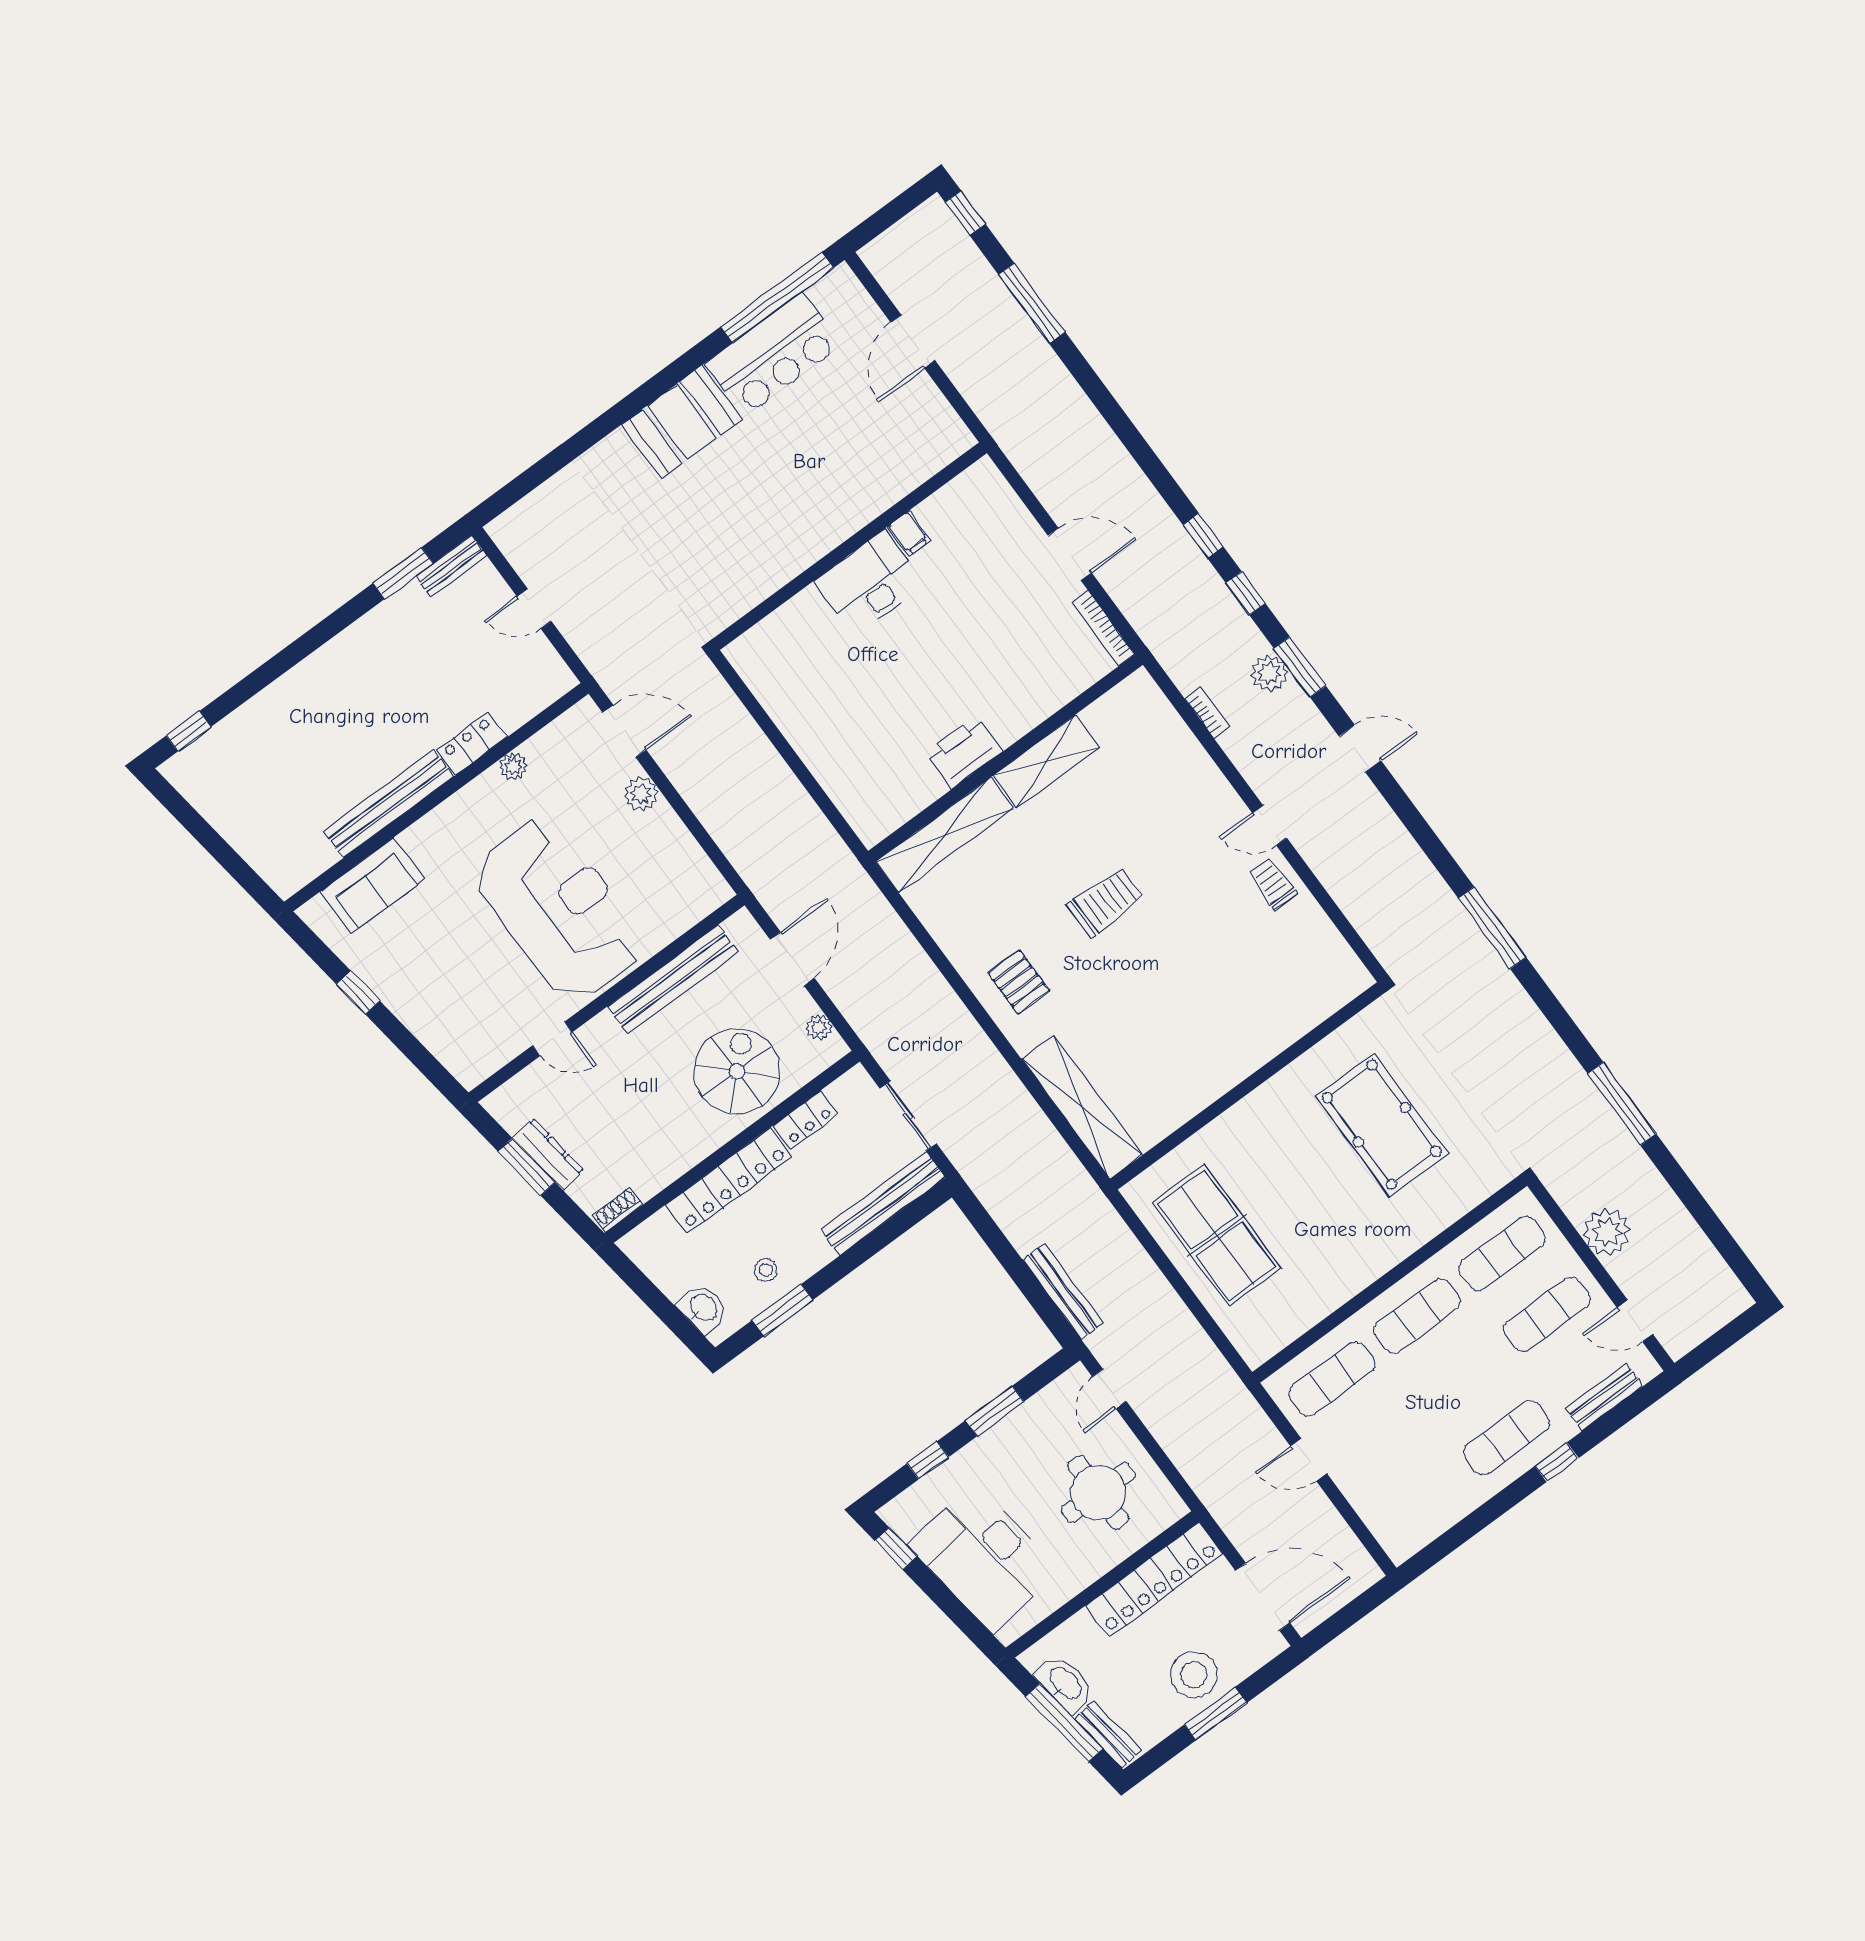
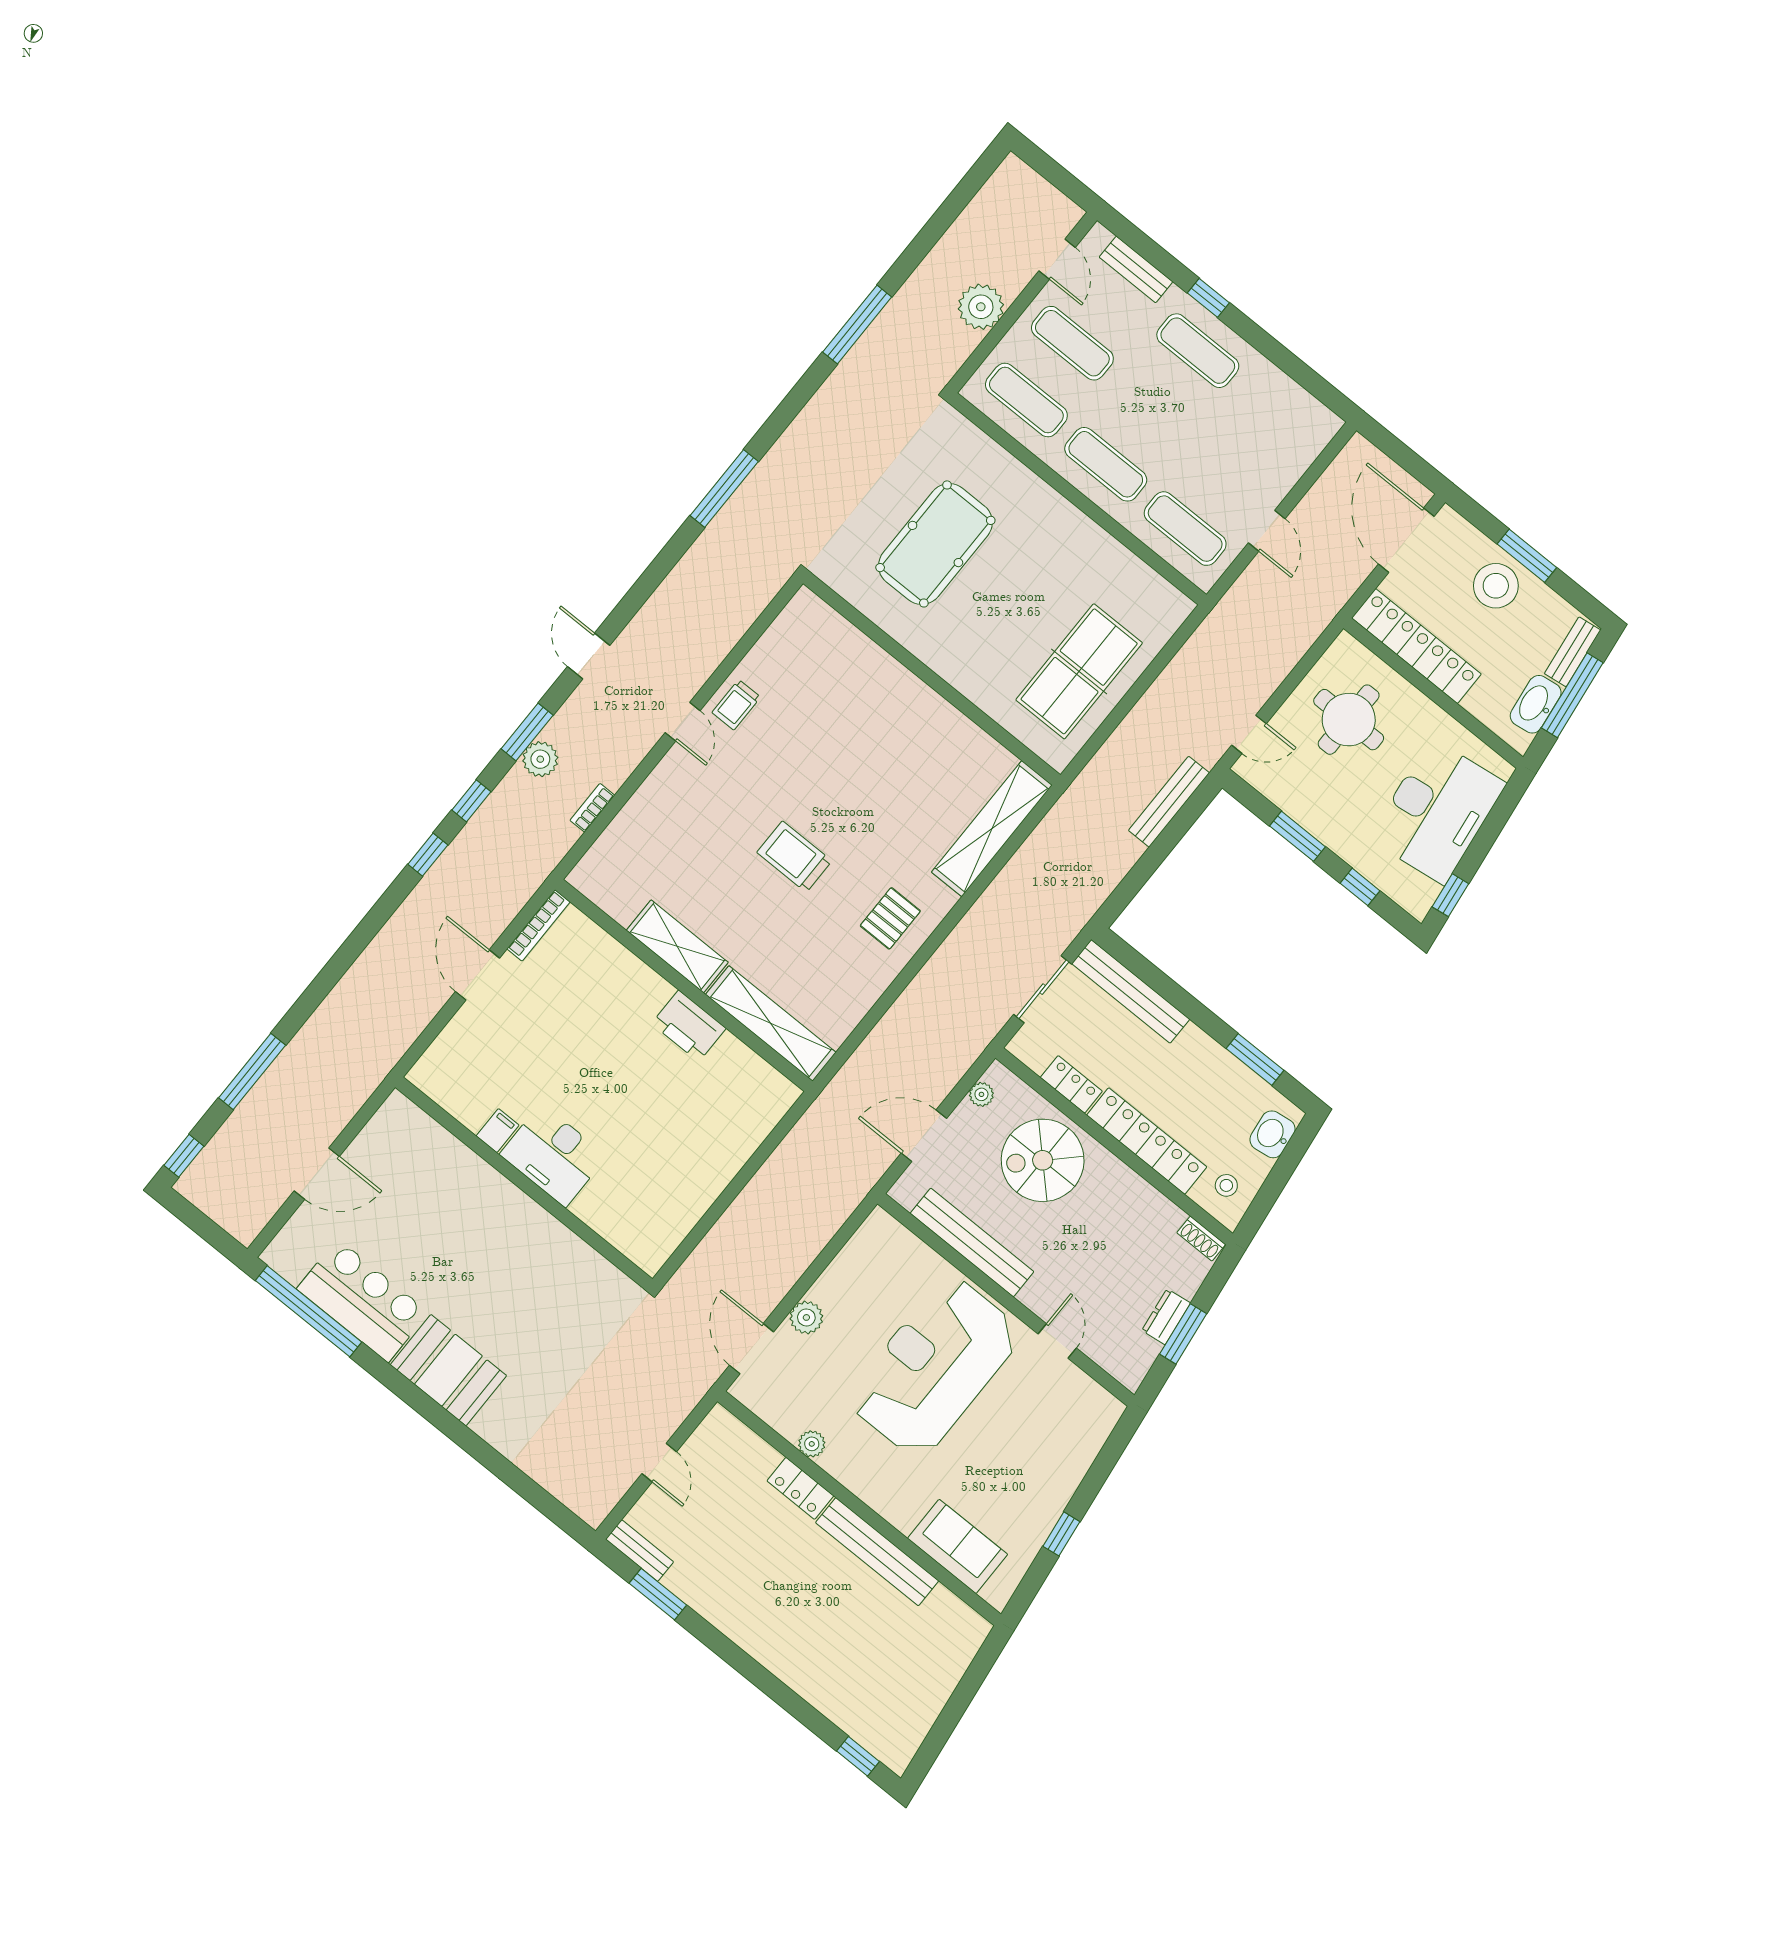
dresser: (548, 1154) -> (1166, 1317), width x0.70
stool: (766, 1270) -> (1226, 1185), moved

